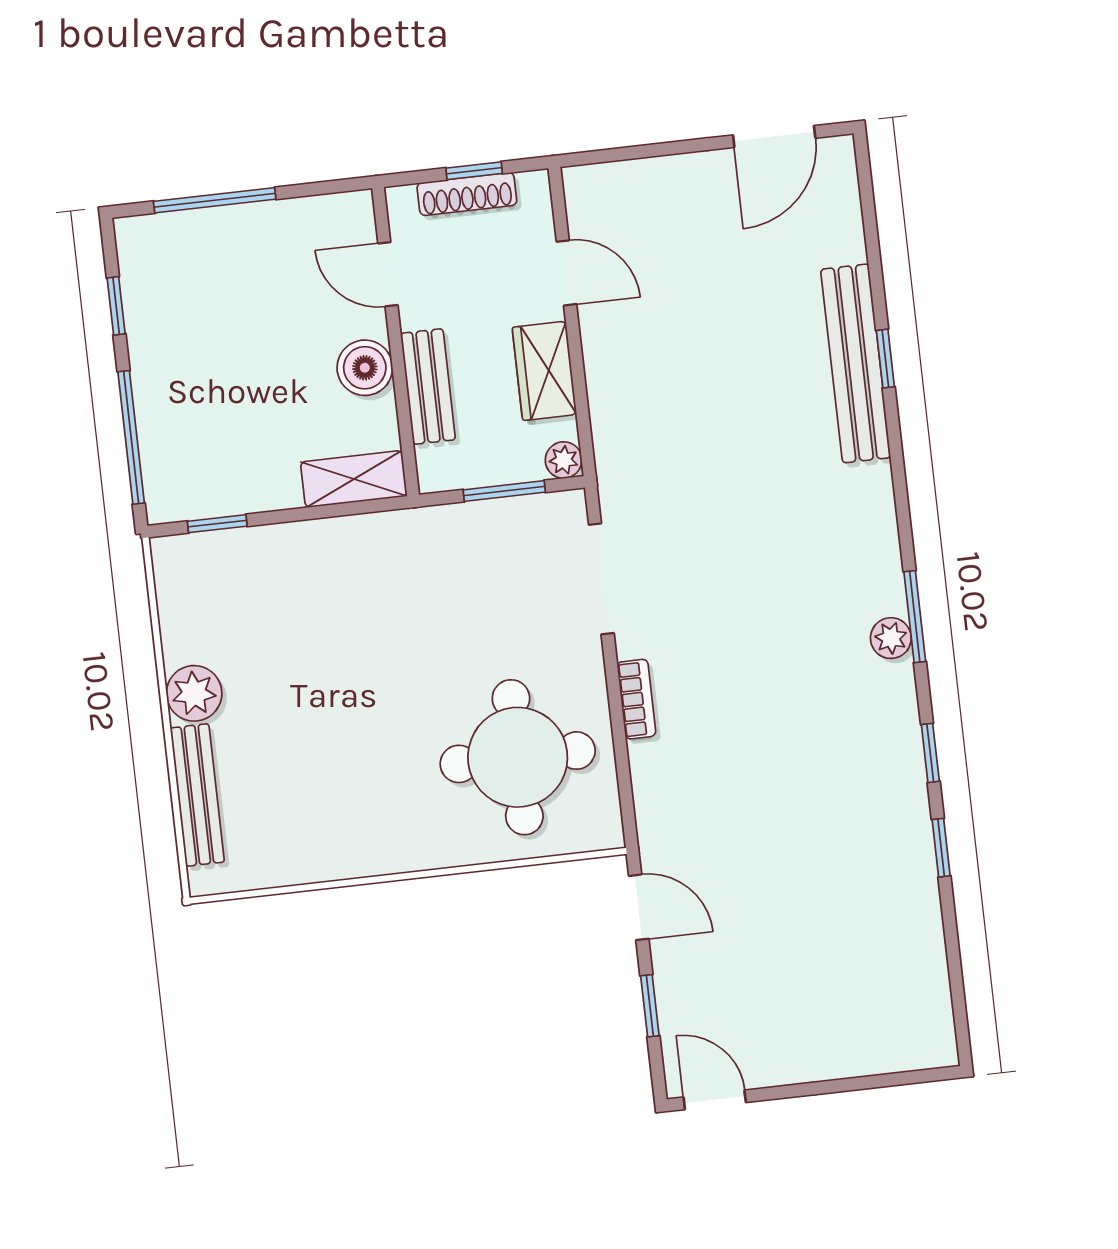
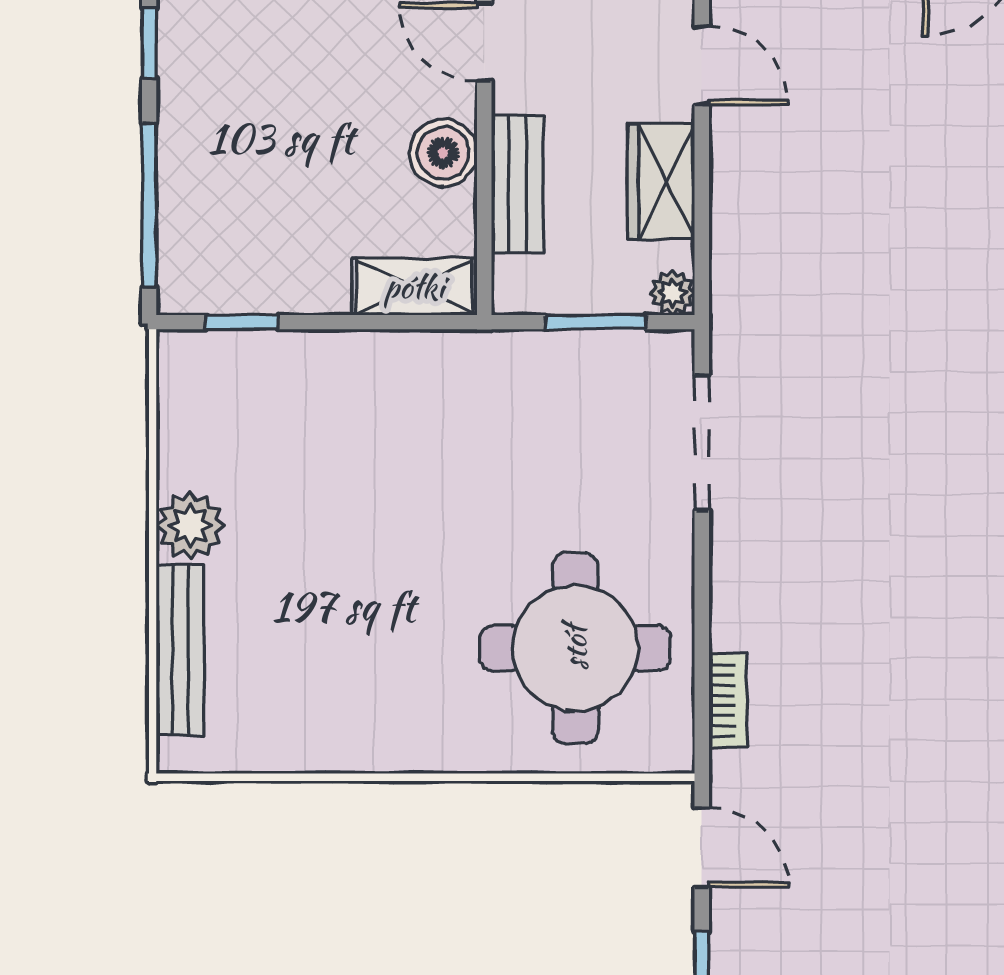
bookcase: (636, 699) -> (728, 700), moved

